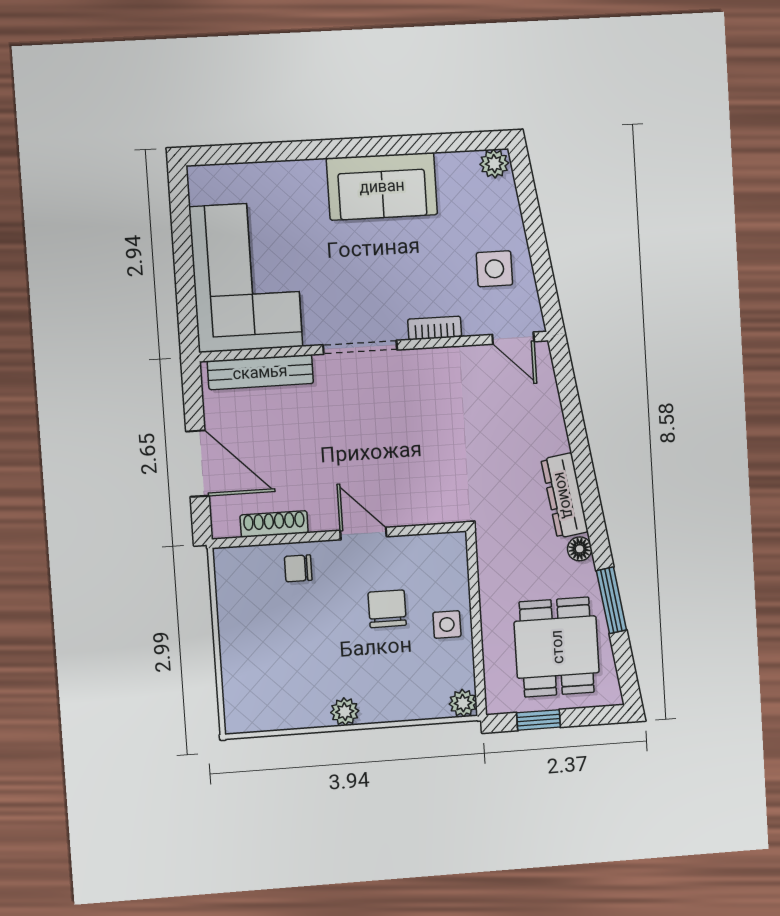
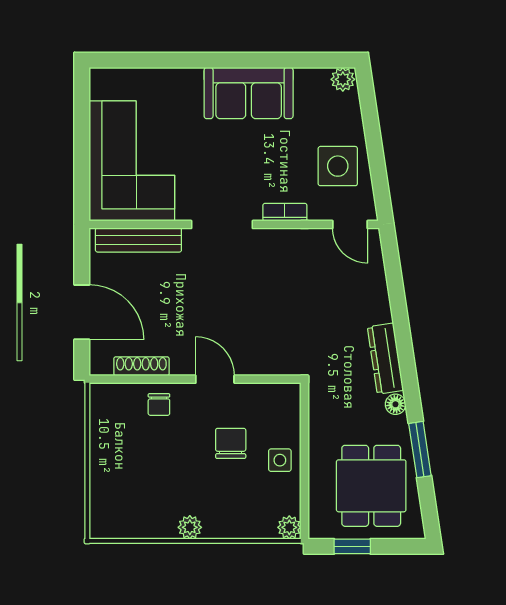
side table: (494, 269) -> (338, 166), width x1.37, depth x1.37
chair: (298, 568) -> (159, 405), turned -90

